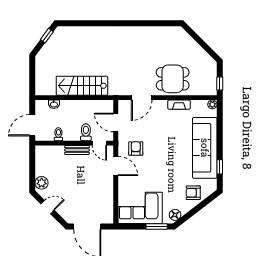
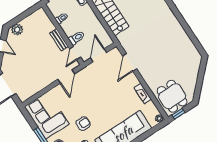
dining table: (173, 79) -> (172, 96), moved
door: (142, 98) -> (130, 62), hinge flipped
armchair: (136, 149) -> (83, 124), moved

